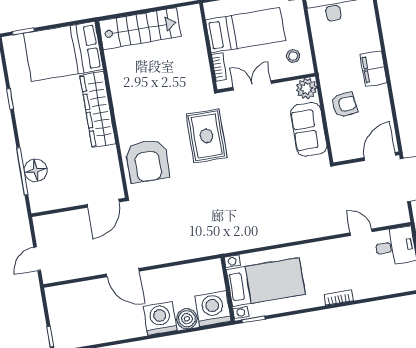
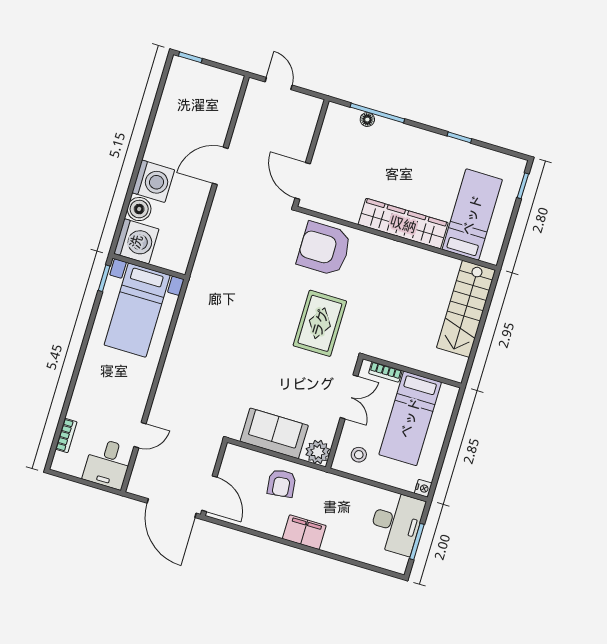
bed: (63, 52) -> (472, 215), width x0.67
rug: (206, 136) -> (320, 323), turned 90
floor lamp: (36, 170) -> (367, 120), width x0.53, depth x0.53
bookcase: (339, 298) -> (66, 435), moved

